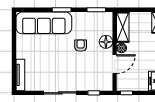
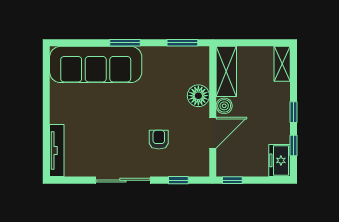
armchair: (81, 46) -> (159, 140), moved

